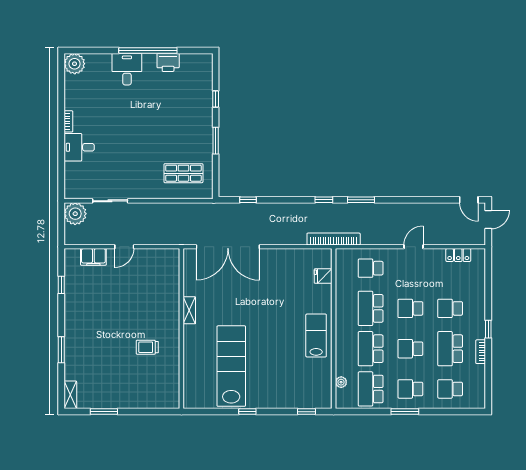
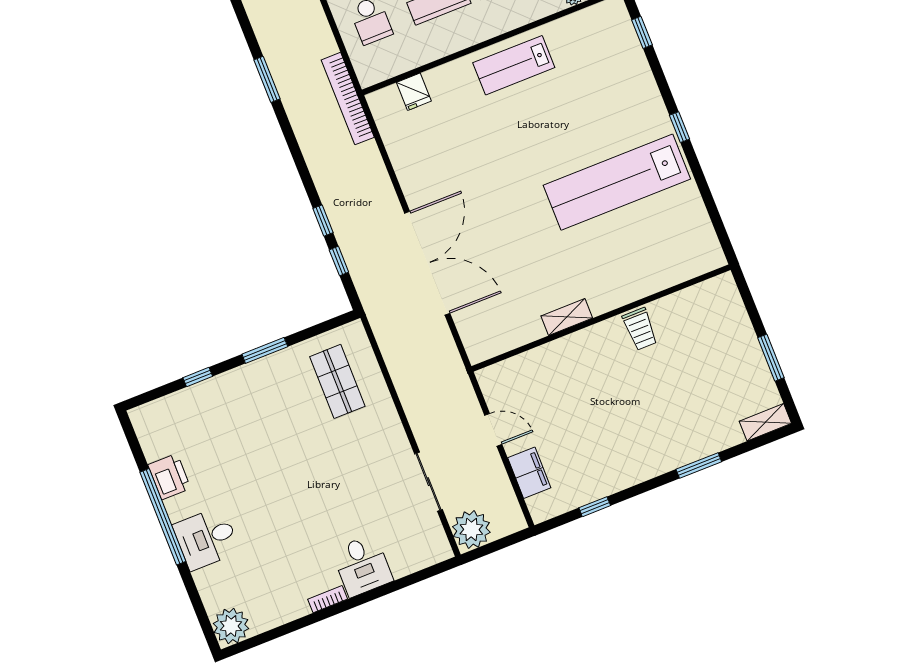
window: (324, 200) -> (323, 221), moved
shelving: (189, 310) -> (567, 317), moved
wall: (181, 329) -> (601, 318), moved

